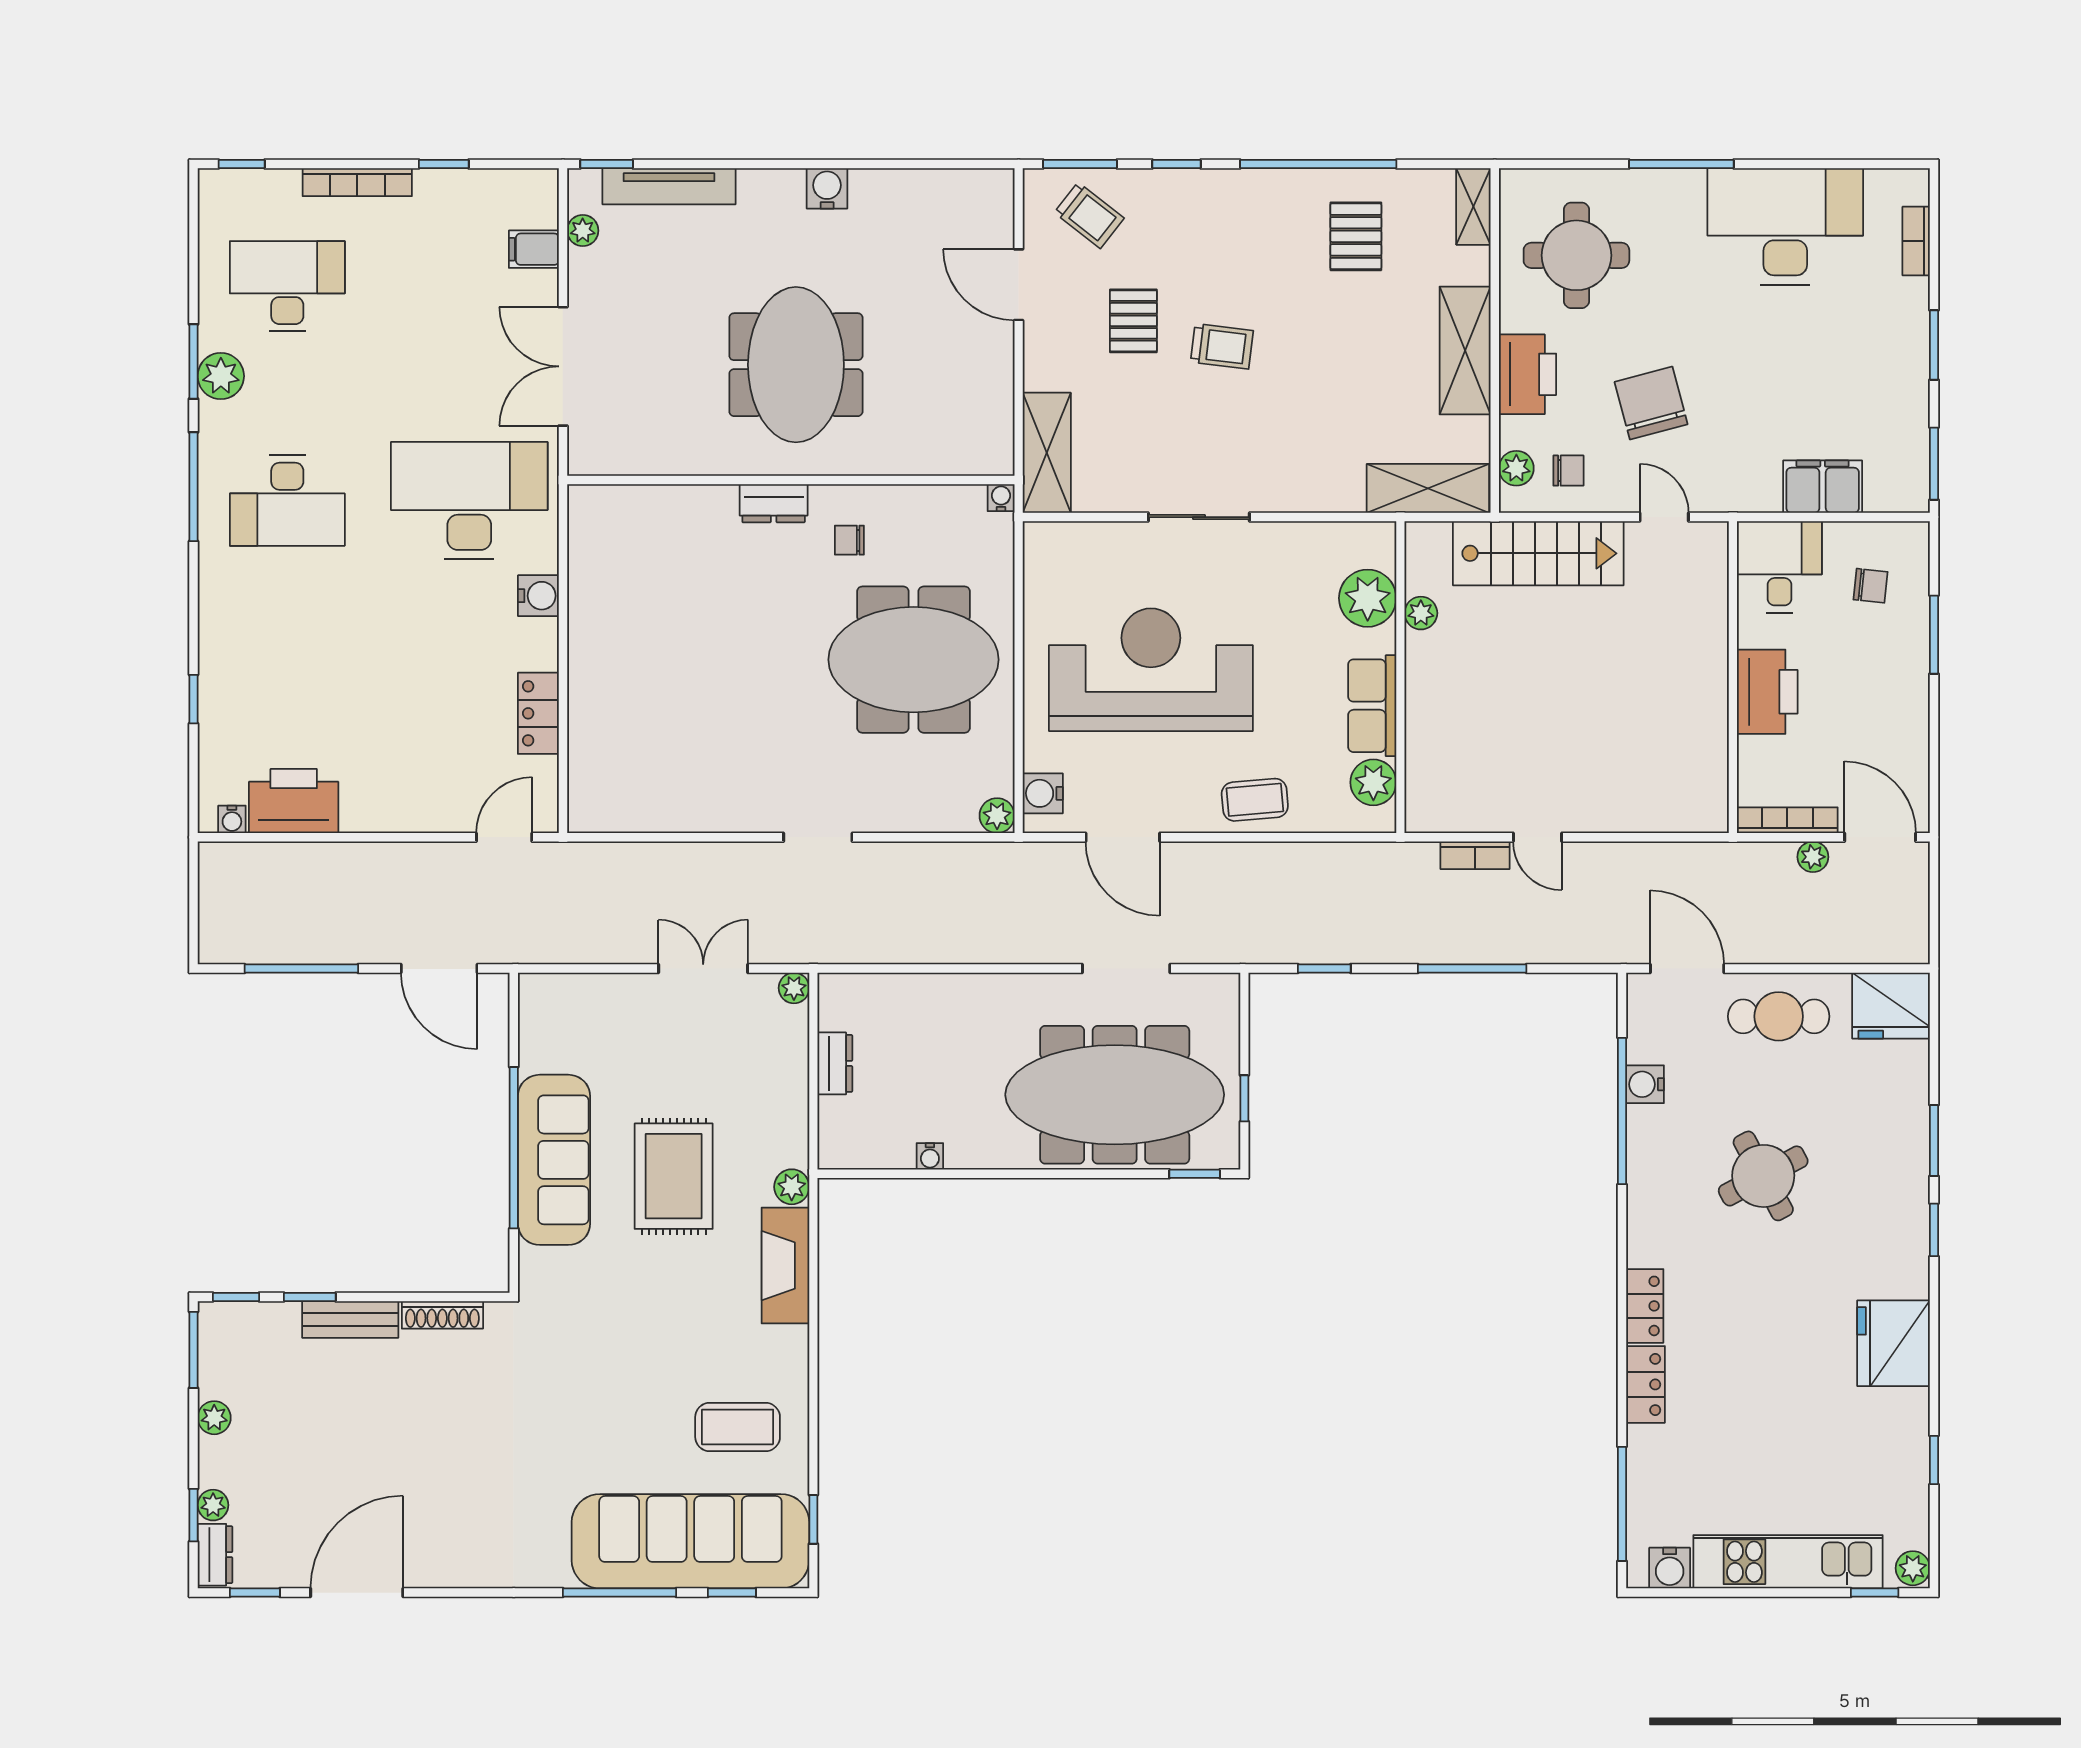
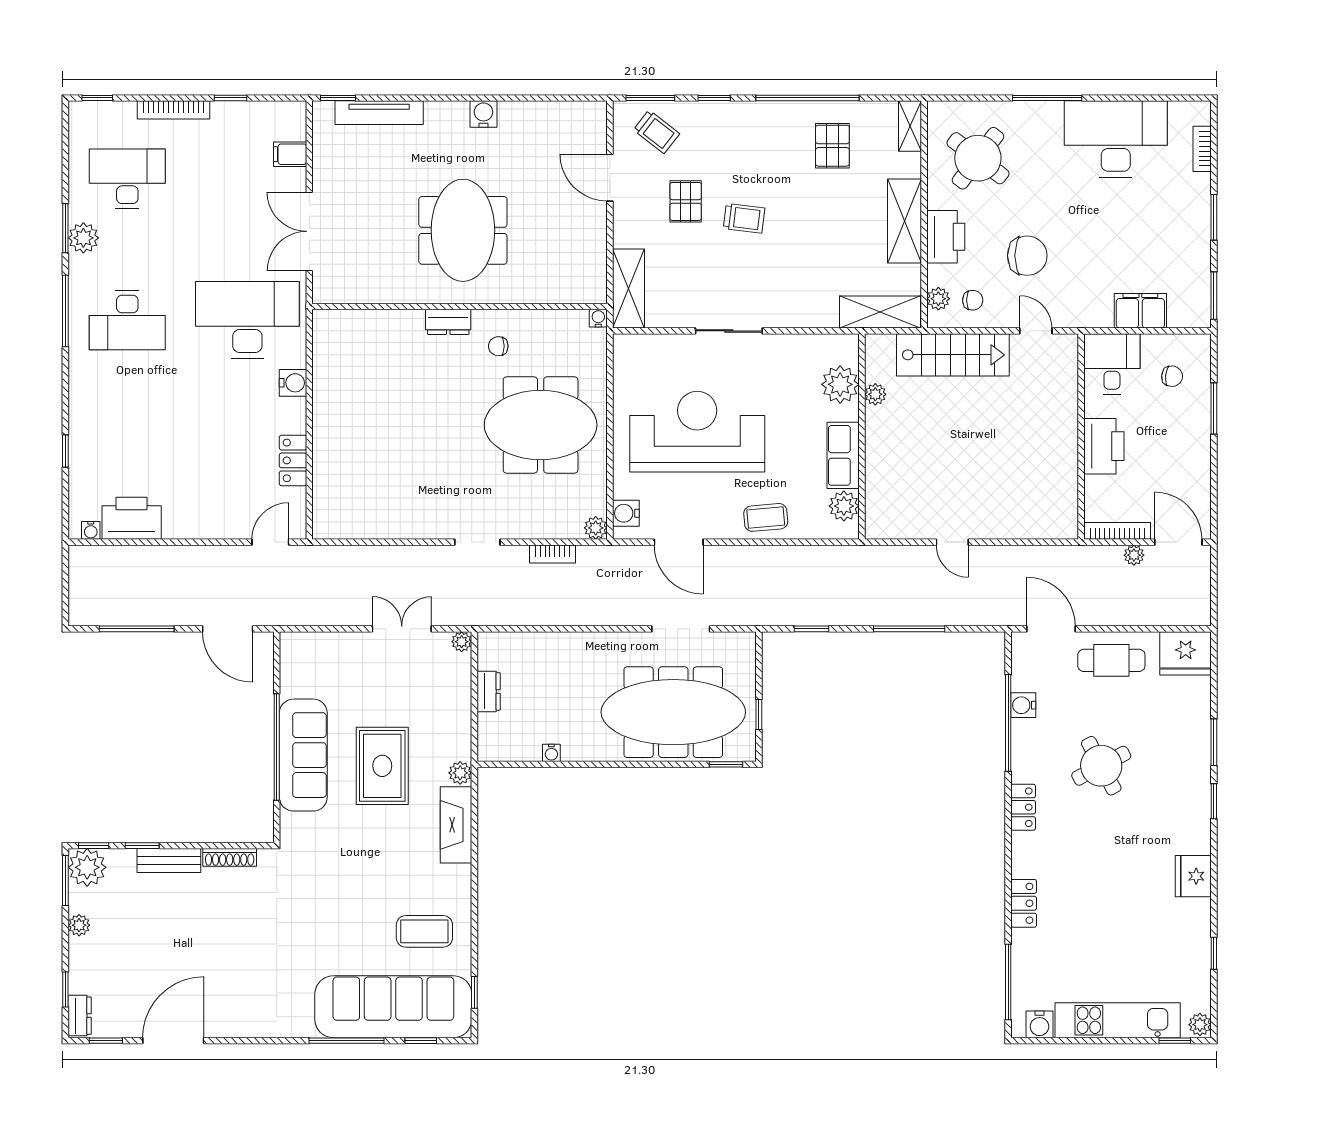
plant: (583, 231) -> (322, 142), removed
round table: (1576, 255) -> (978, 158), turned 37
chair: (1651, 403) -> (1027, 256), turned 105
bookcase: (1475, 855) -> (552, 554), moved
locker: (1645, 1306) -> (1023, 807), moved
fridge: (1894, 1343) -> (1193, 876), width x0.73, depth x0.75
plant: (213, 1505) -> (87, 867), moved, width x1.88, depth x1.88

